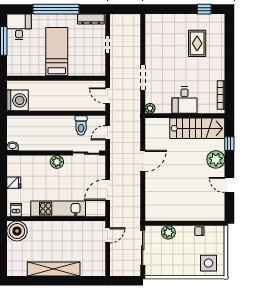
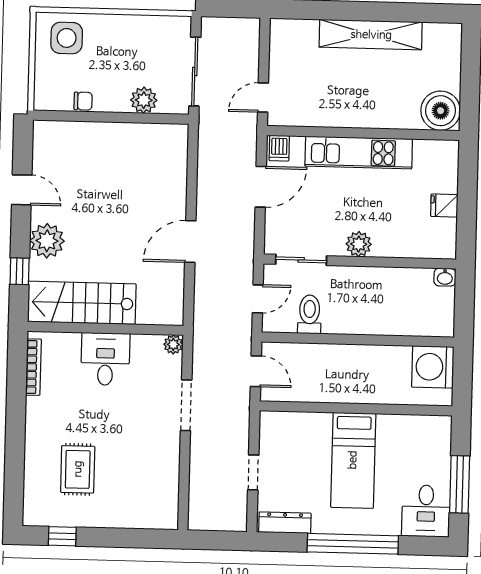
dishwasher: (16, 210) -> (279, 148), moved

